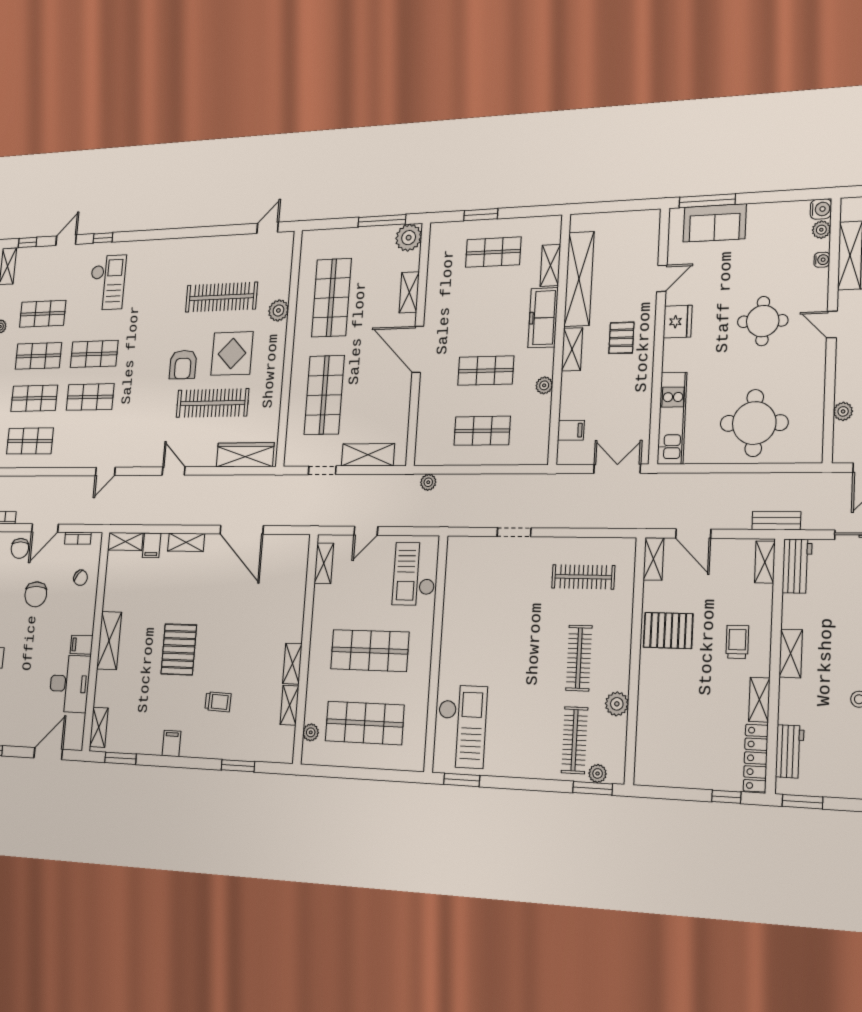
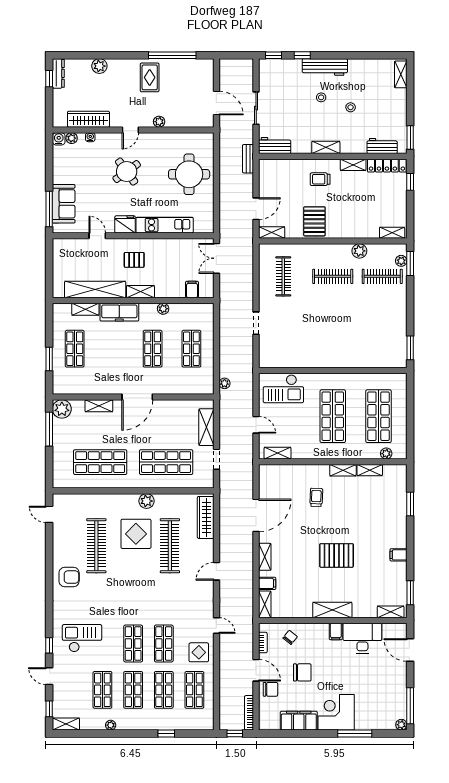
plant: (278, 310) -> (147, 501), moved
round table: (763, 321) -> (127, 172), turned -36
armchair: (183, 365) -> (69, 577), moved
plant: (843, 411) -> (159, 122), moved
kitchen unit: (672, 418) -> (165, 225), moved
display table: (75, 447) -> (199, 652), added
shelving: (765, 562) -> (392, 233), moved
trolley: (218, 702) -> (316, 497), moved
checkout: (462, 726) -> (377, 350), removed

